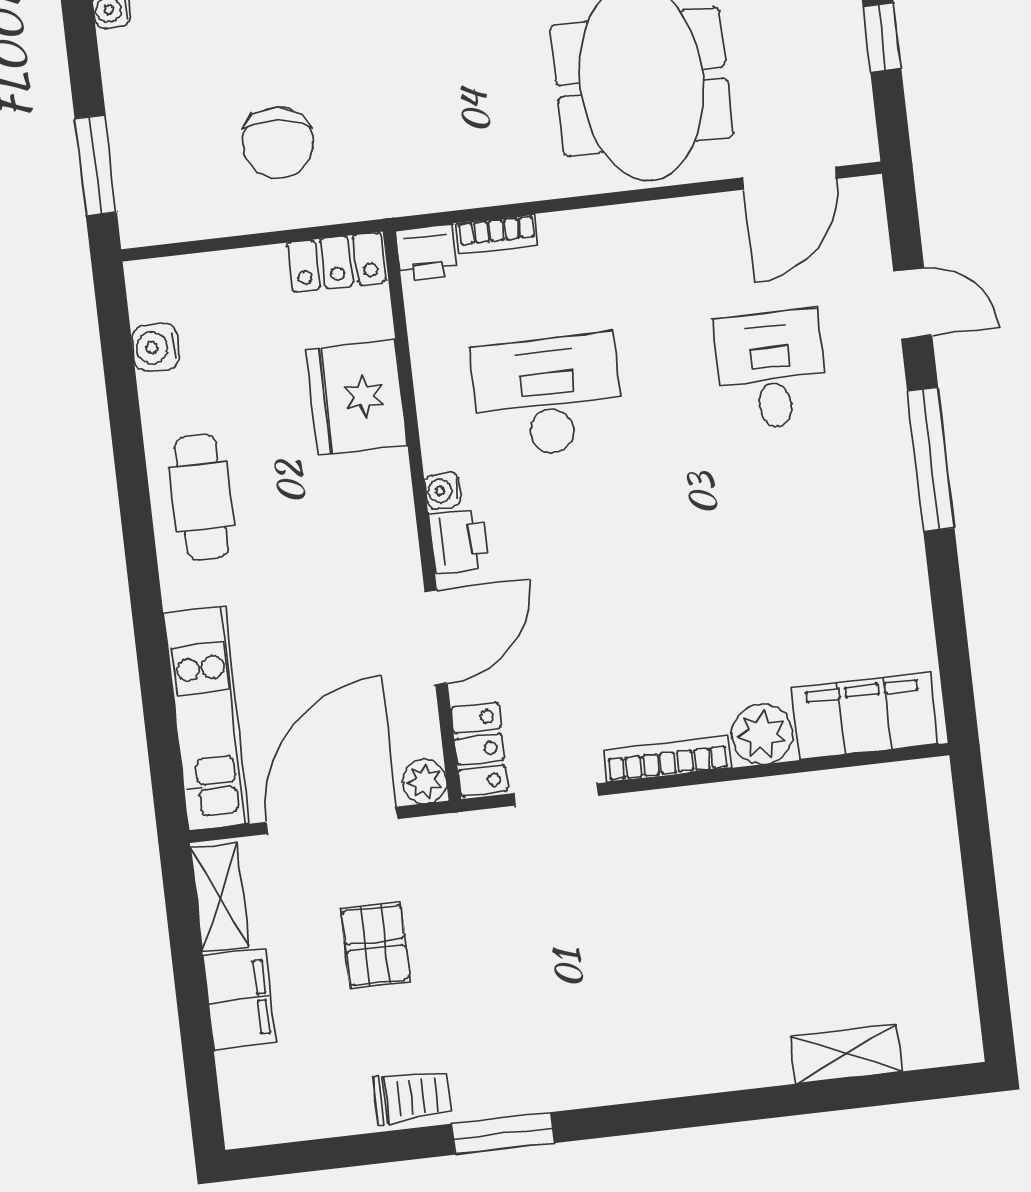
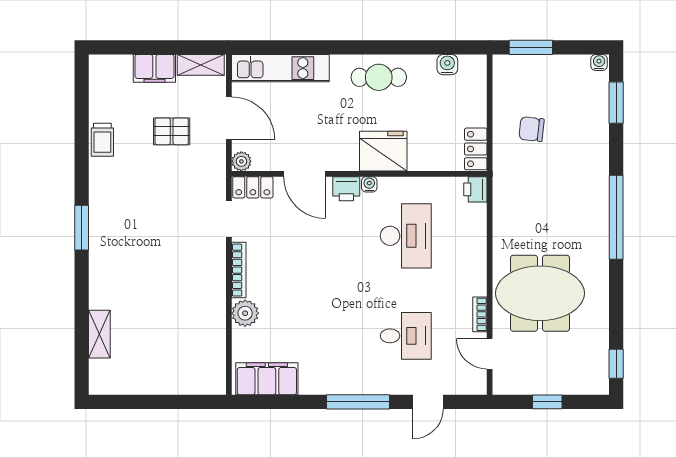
chair: (278, 143) -> (532, 129), width x0.73, depth x0.73
door: (790, 178) -> (490, 354), width x0.73
bookcase: (497, 234) -> (480, 314), moved
fridge: (357, 397) -> (383, 151), moved
filing cabinet: (865, 716) -> (267, 379), moved, turned -90
door: (332, 820) -> (229, 118), width x0.73
window: (503, 1133) -> (82, 228), moved

